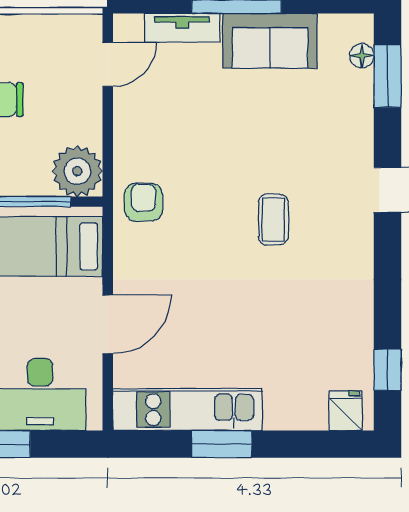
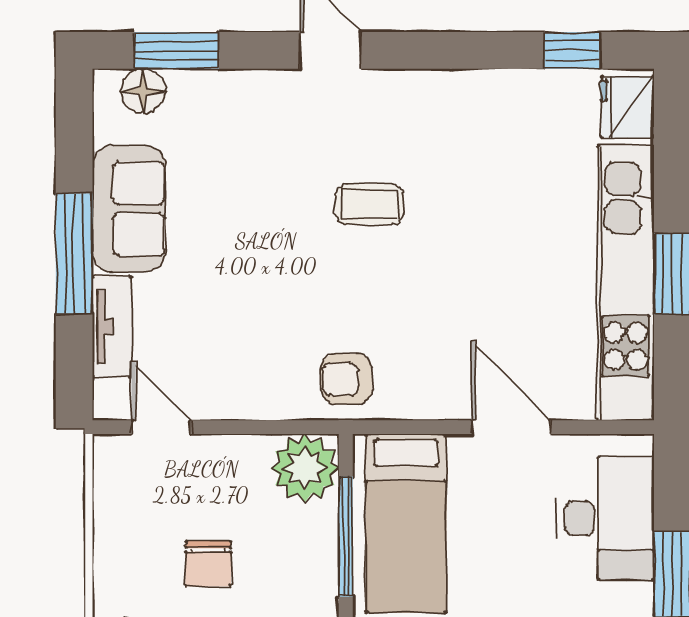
floor lamp: (362, 56) -> (143, 91), width x1.37, depth x1.37
kitchen unit: (188, 409) -> (626, 283), width x1.36
fridge: (346, 411) -> (627, 107), width x1.38

